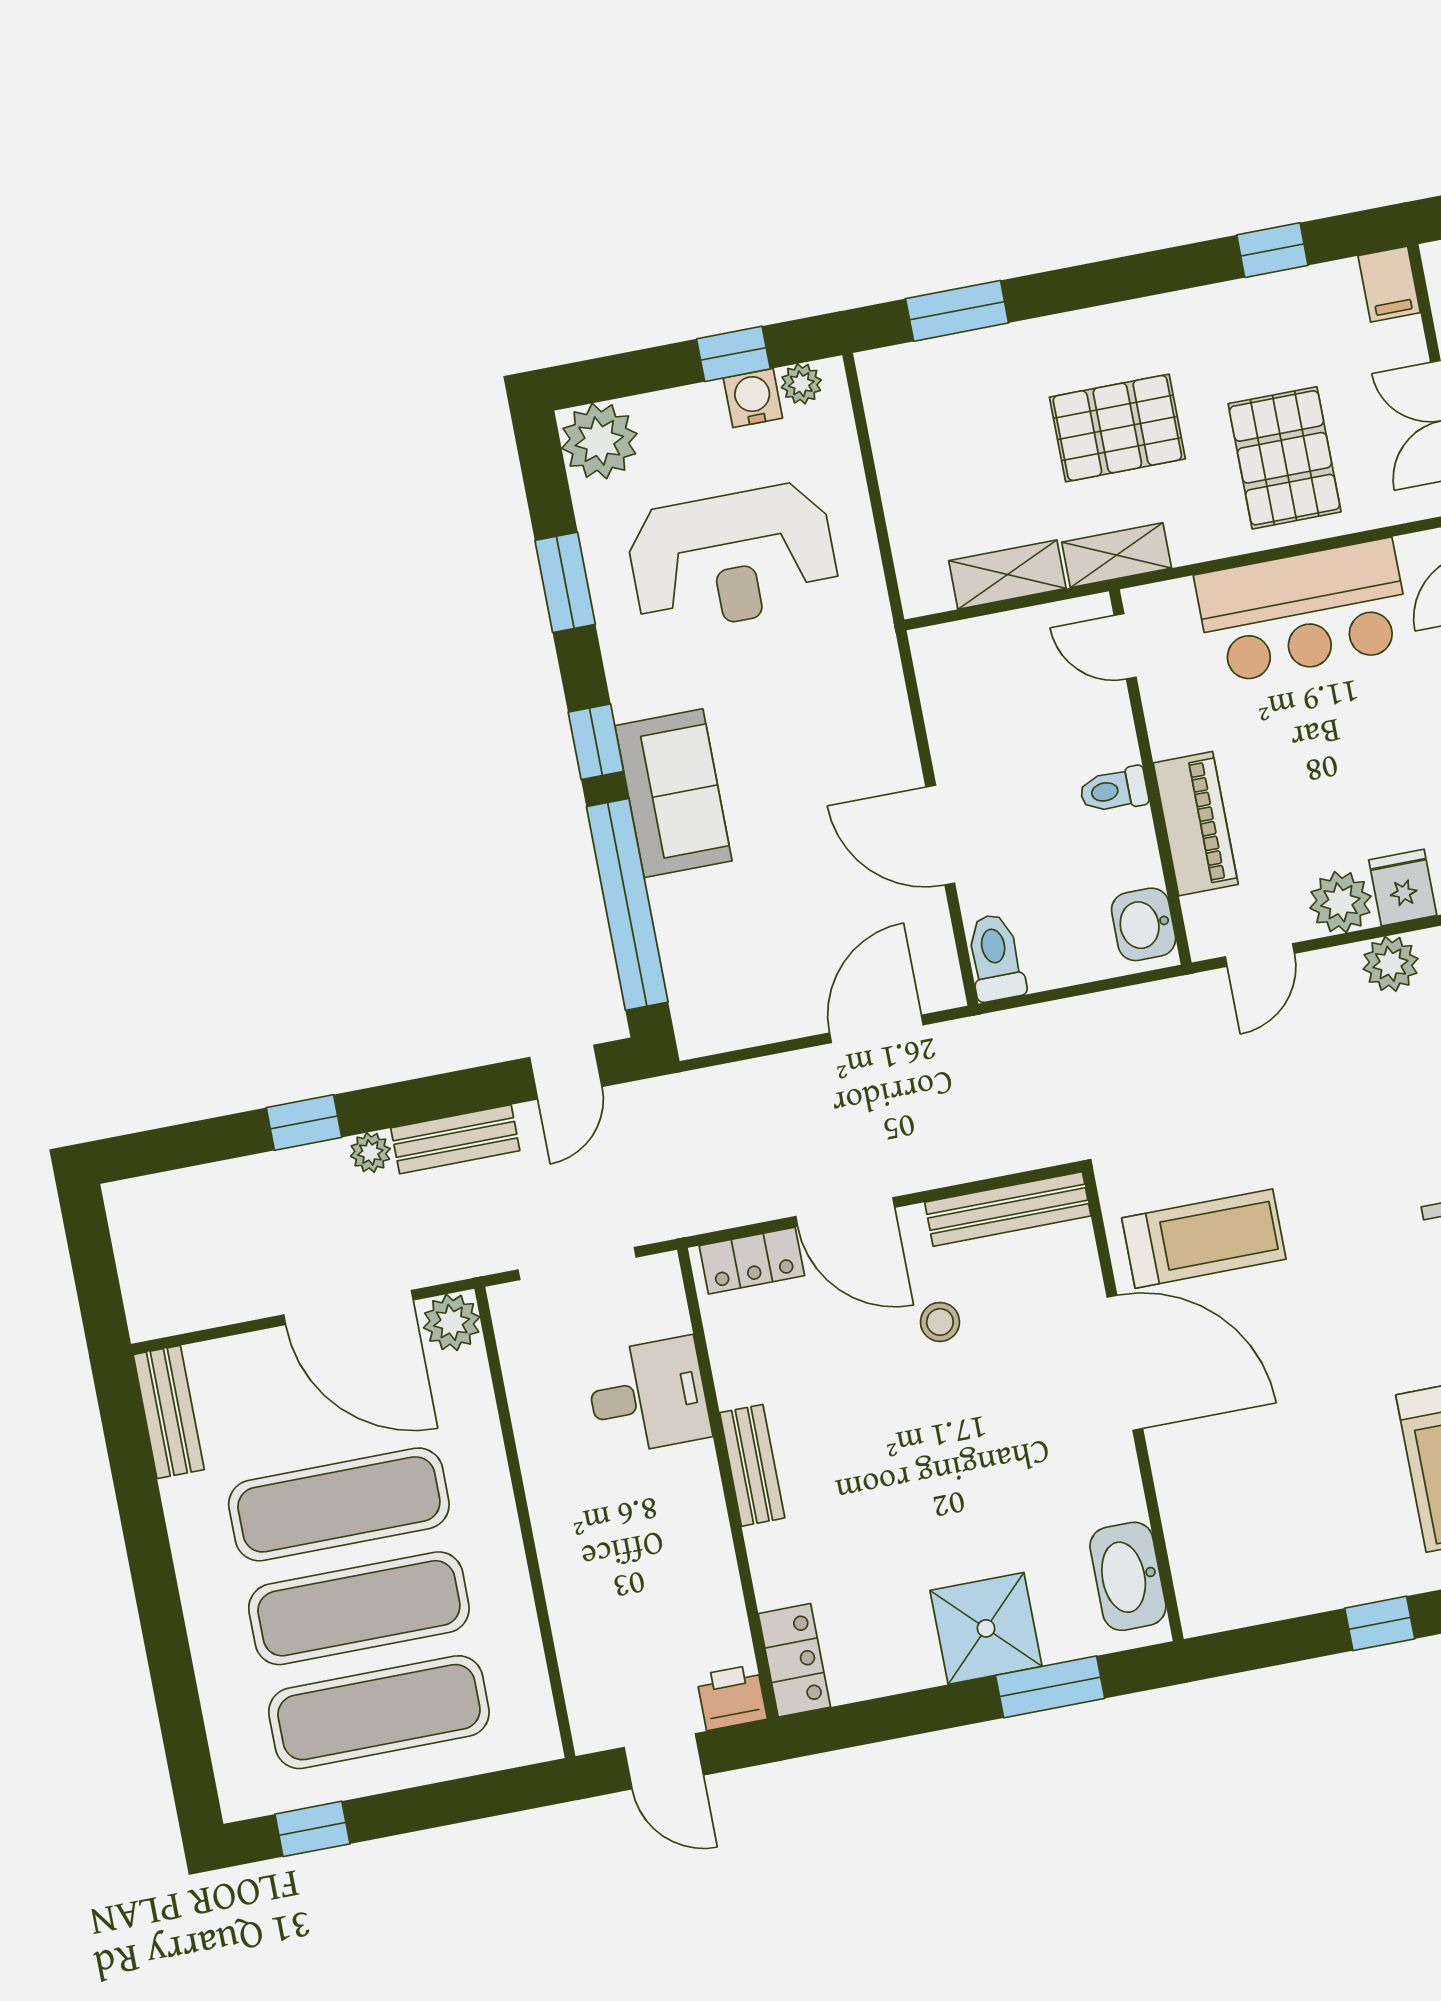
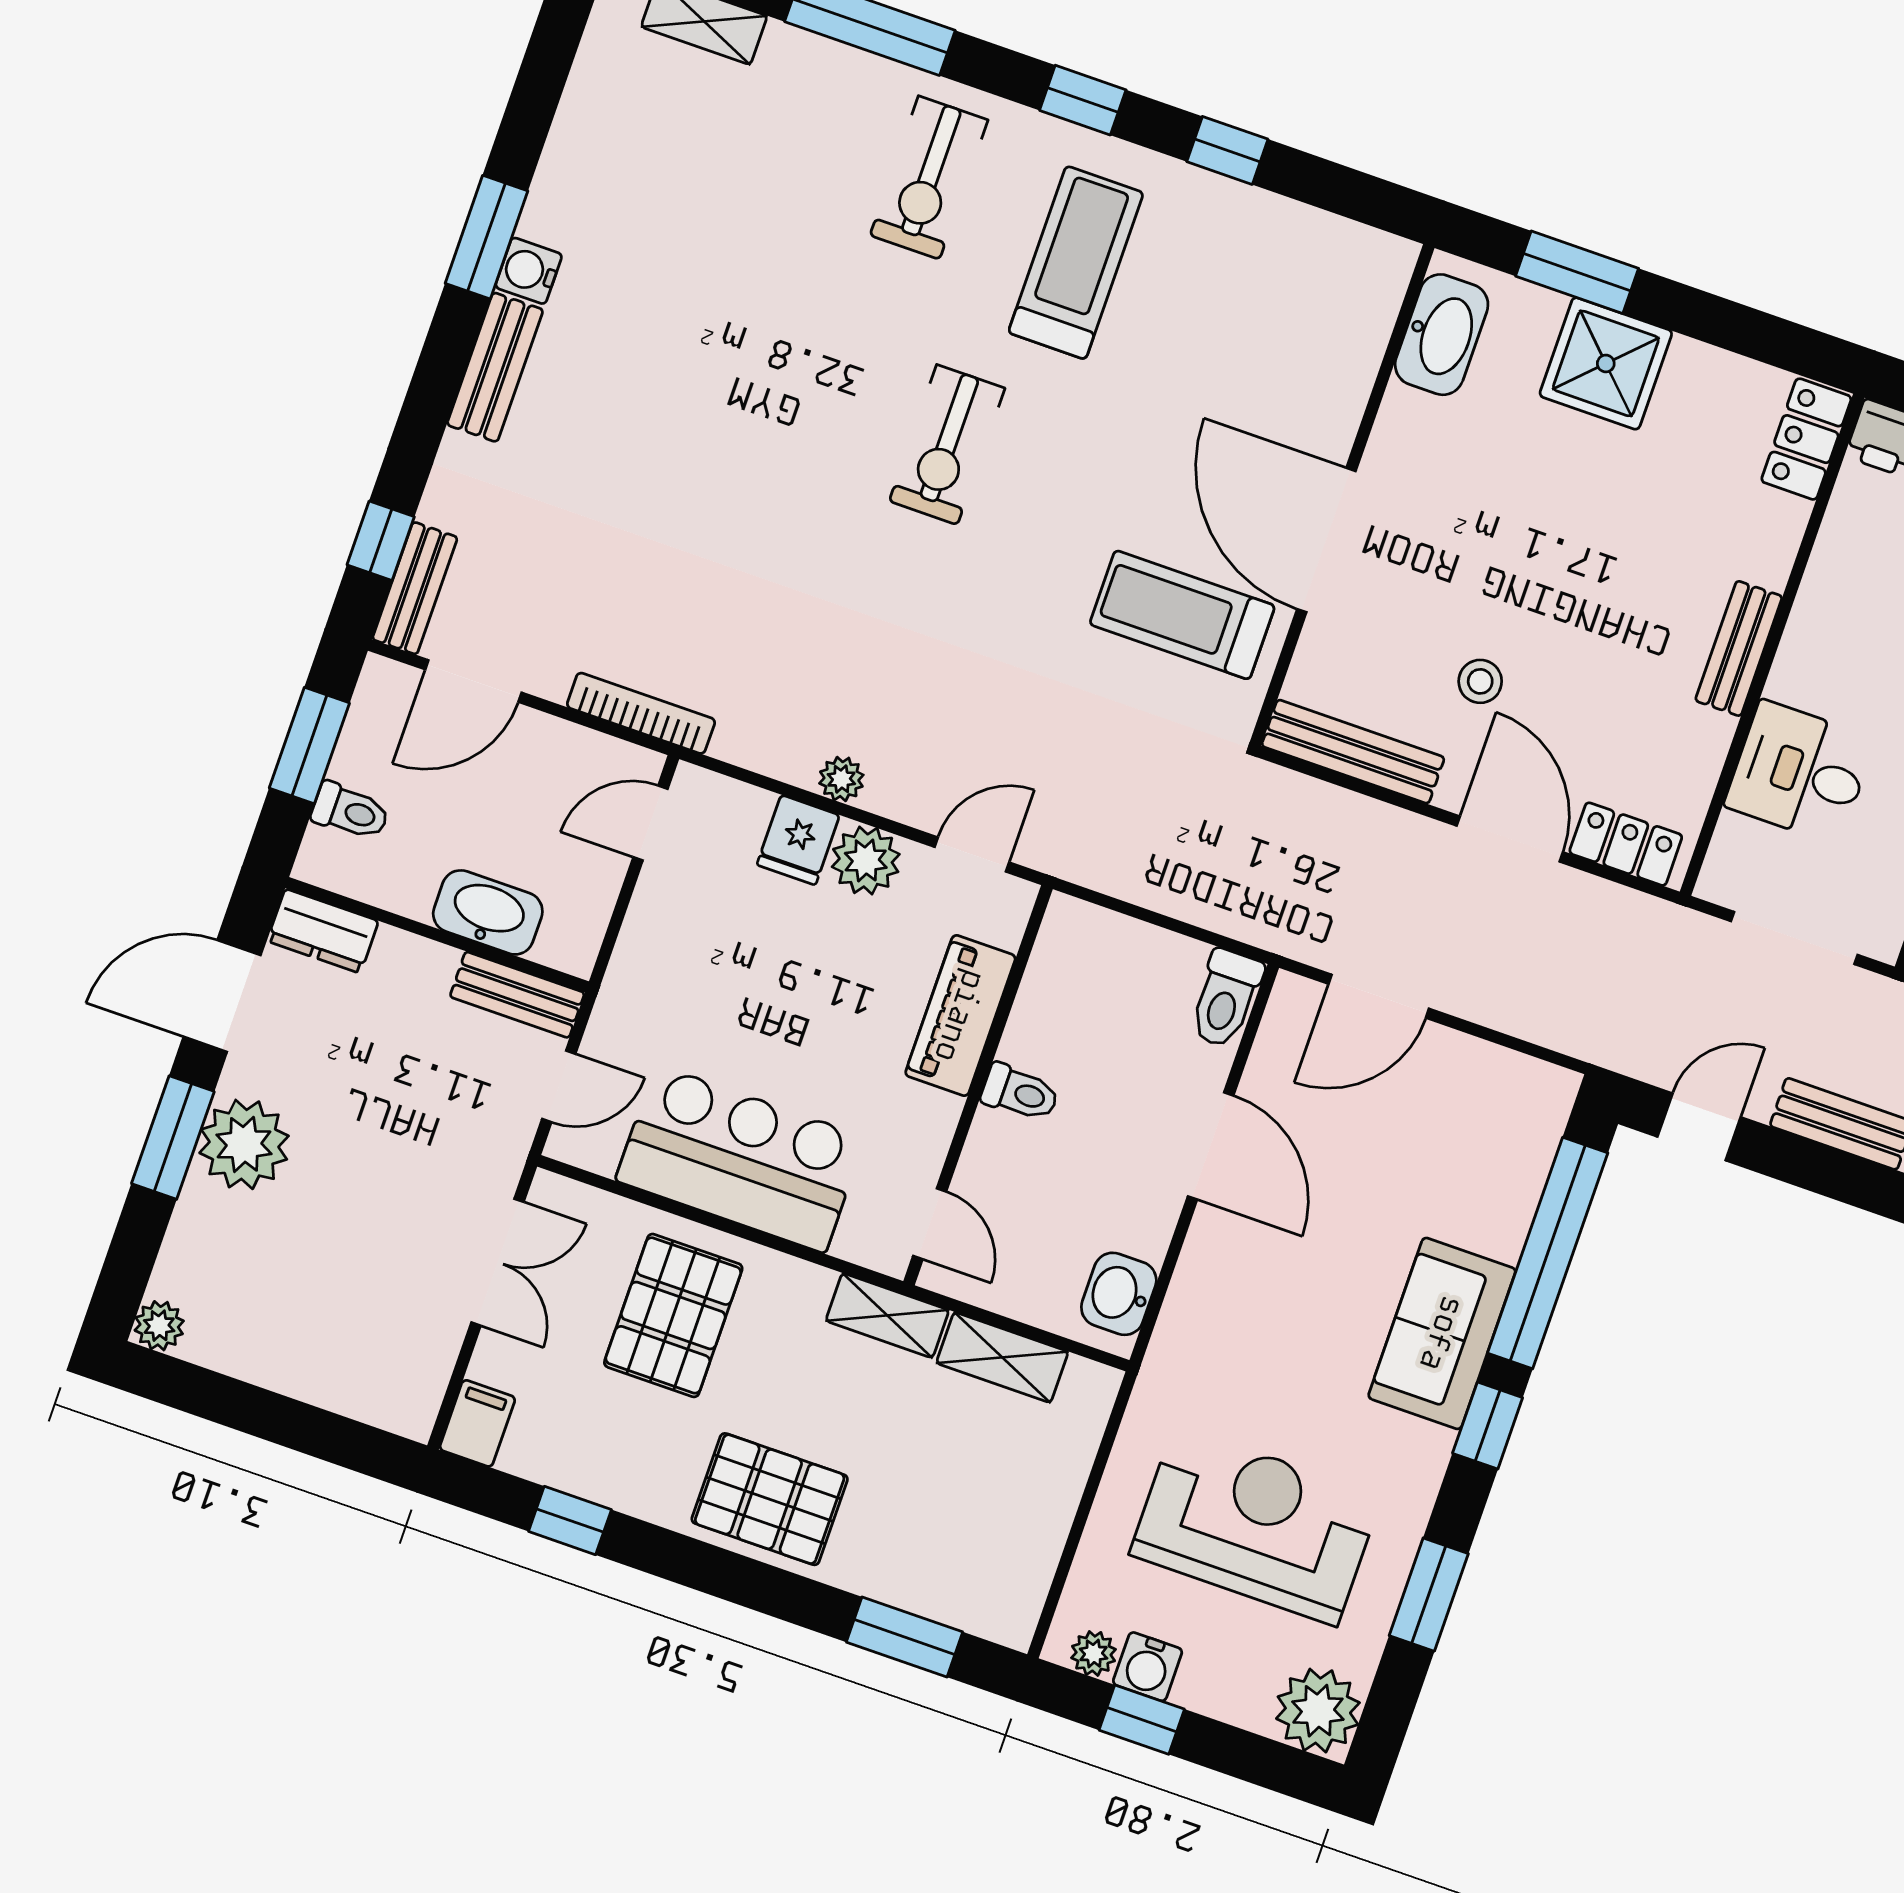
pallet: (1117, 428) -> (770, 1499), moved
washbasin: (1144, 924) -> (1119, 1294), moved, turned 180
plant: (1391, 964) -> (841, 779), width x0.73, depth x0.73

